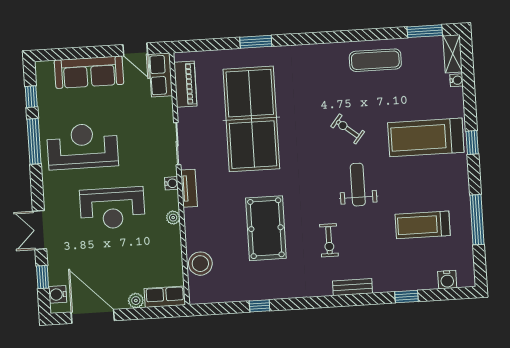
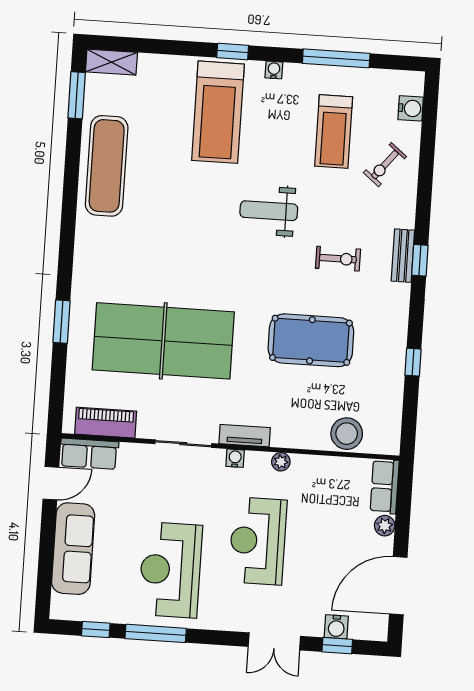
exercise mat: (375, 60) -> (107, 166), width x1.36, depth x1.45
water cooler: (457, 80) -> (274, 70), moved
exercise bike: (348, 129) -> (385, 165), moved
reception desk: (112, 208) -> (258, 541), turned 180
bench: (353, 287) -> (403, 256), moved
water cooler: (58, 294) -> (336, 627), moved
window: (407, 297) -> (420, 260), moved

